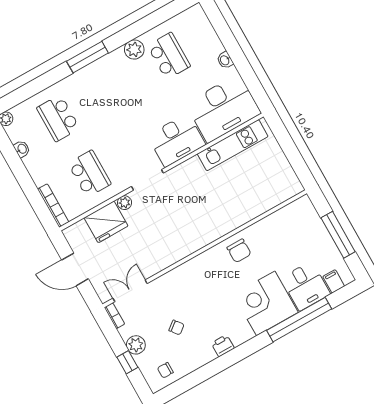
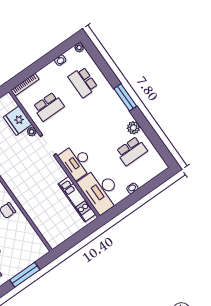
school desk: (58, 118) -> (83, 82), turned -90

